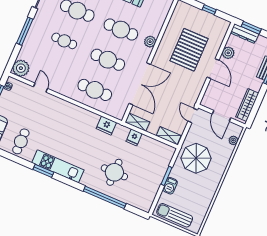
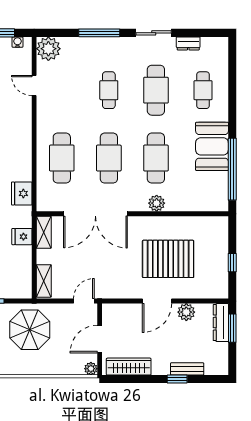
door: (41, 88) -> (34, 86), swing flipped
plant: (233, 140) -> (91, 369), moved

